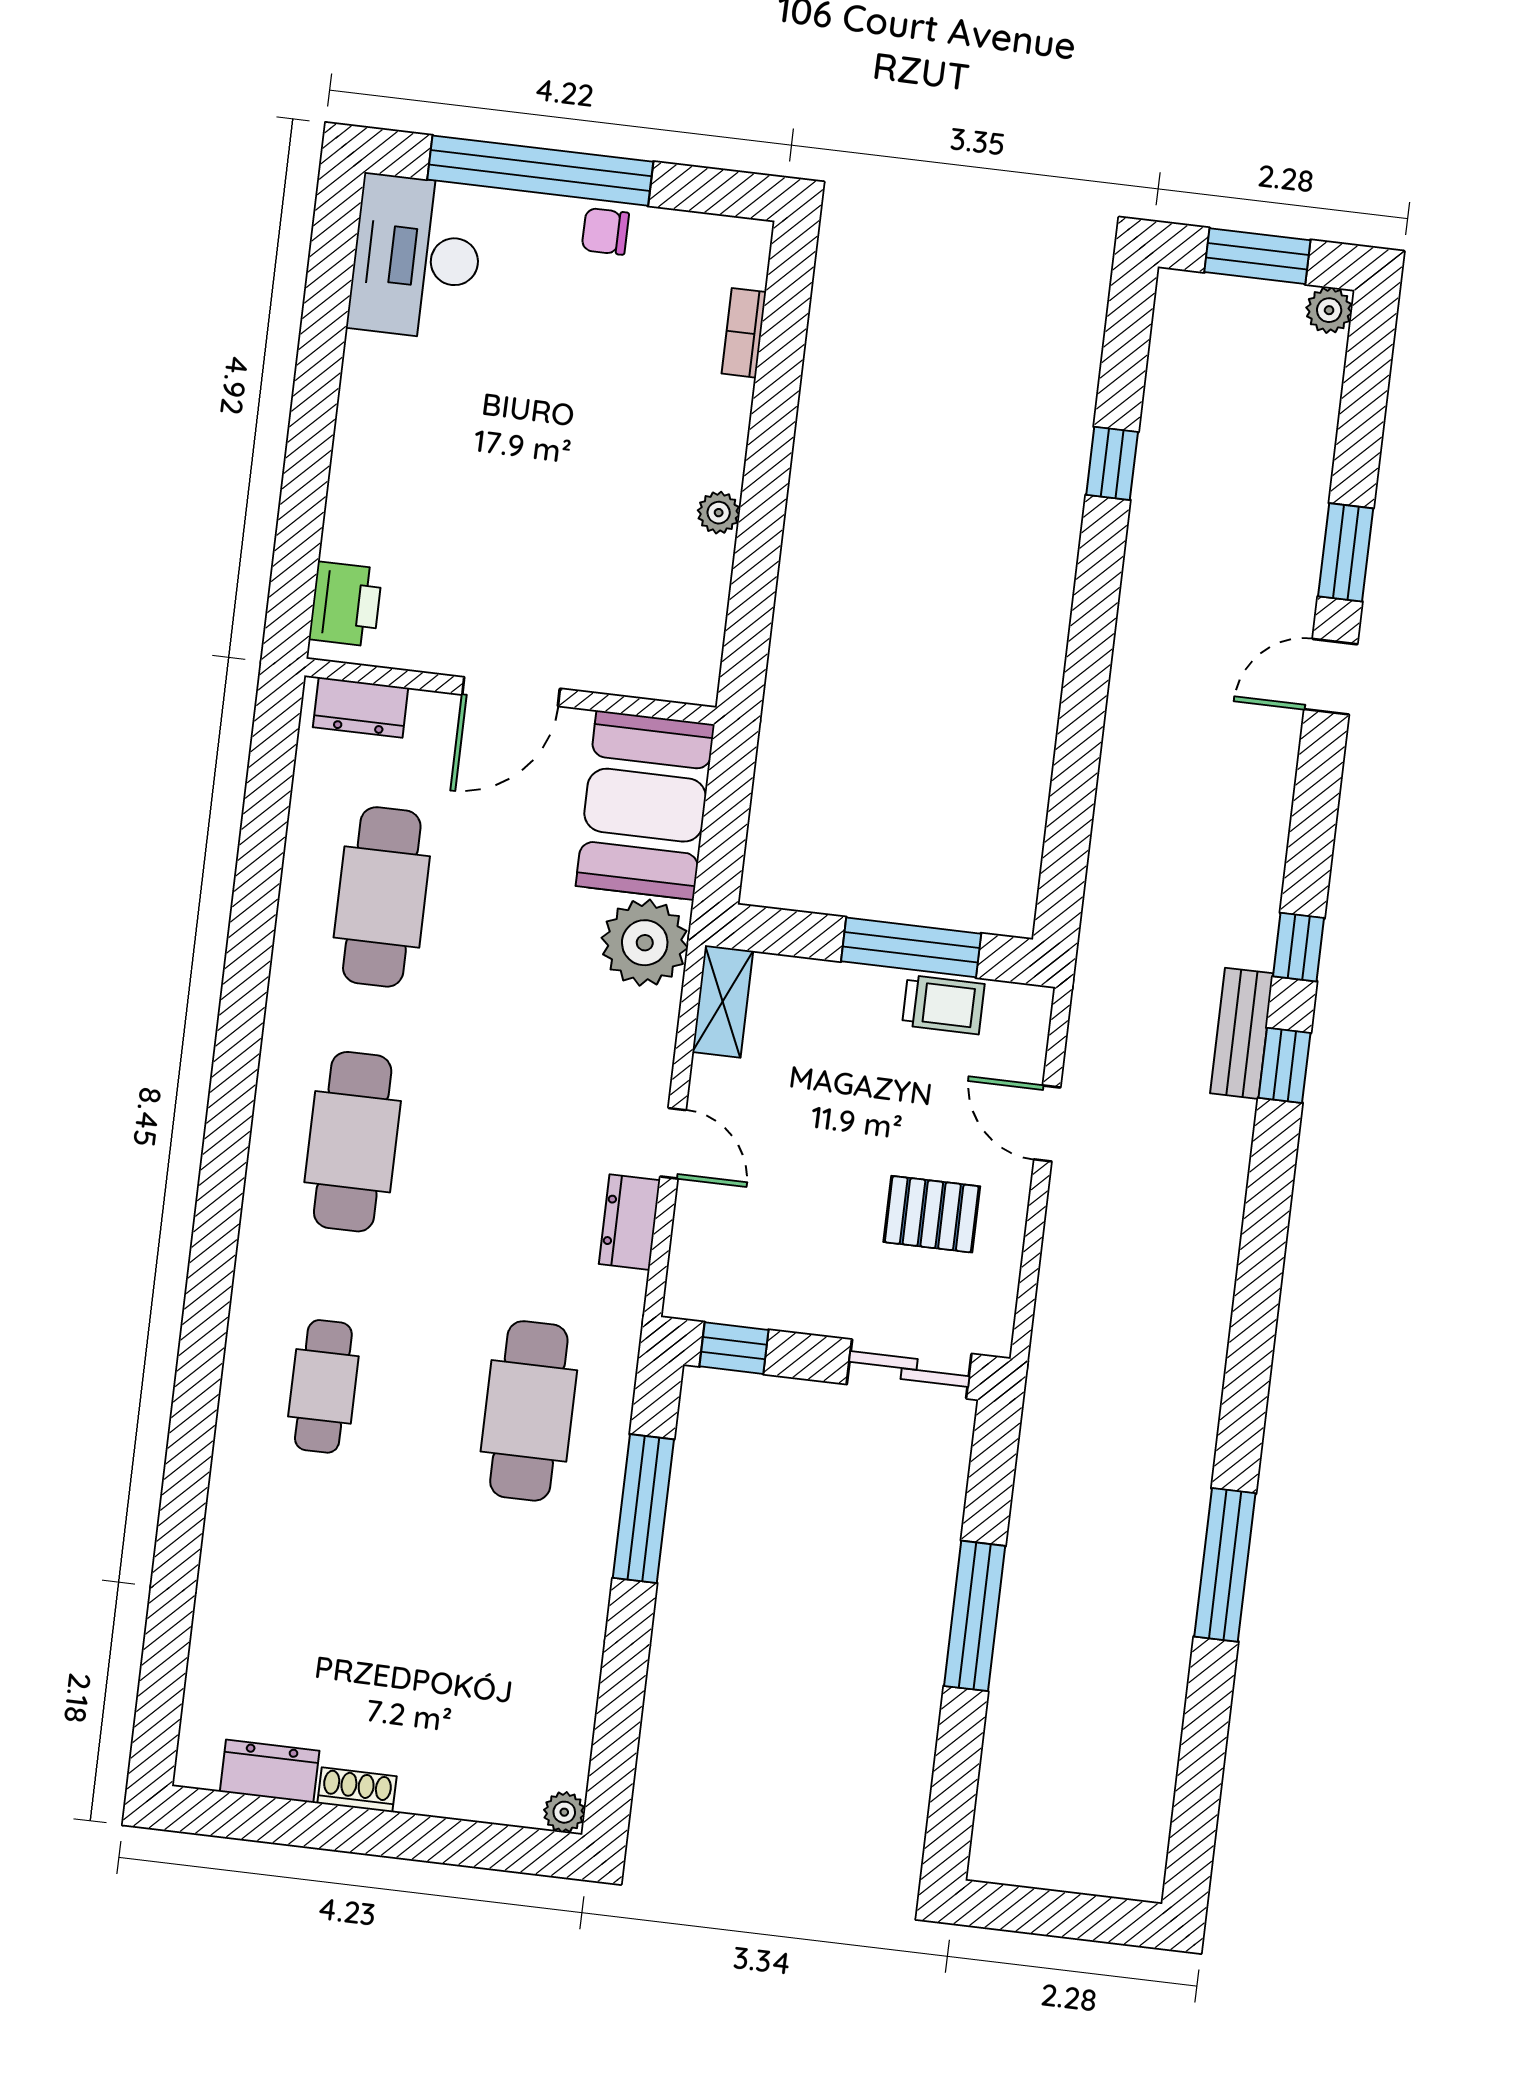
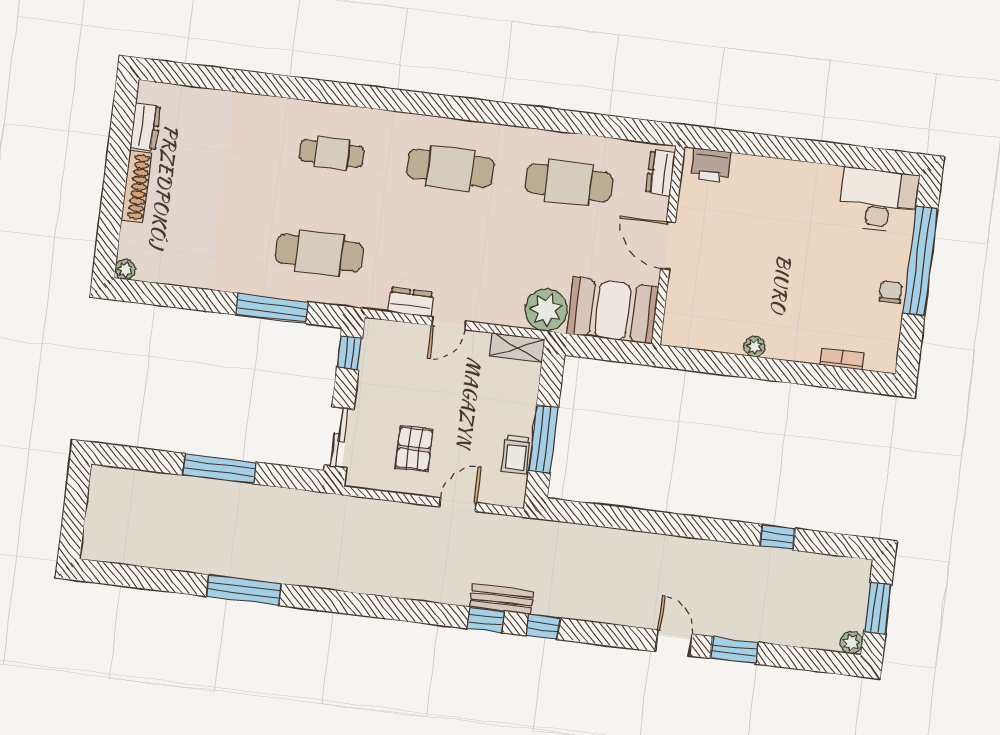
shoe rack: (357, 1790) -> (136, 186), width x1.94, depth x1.24

